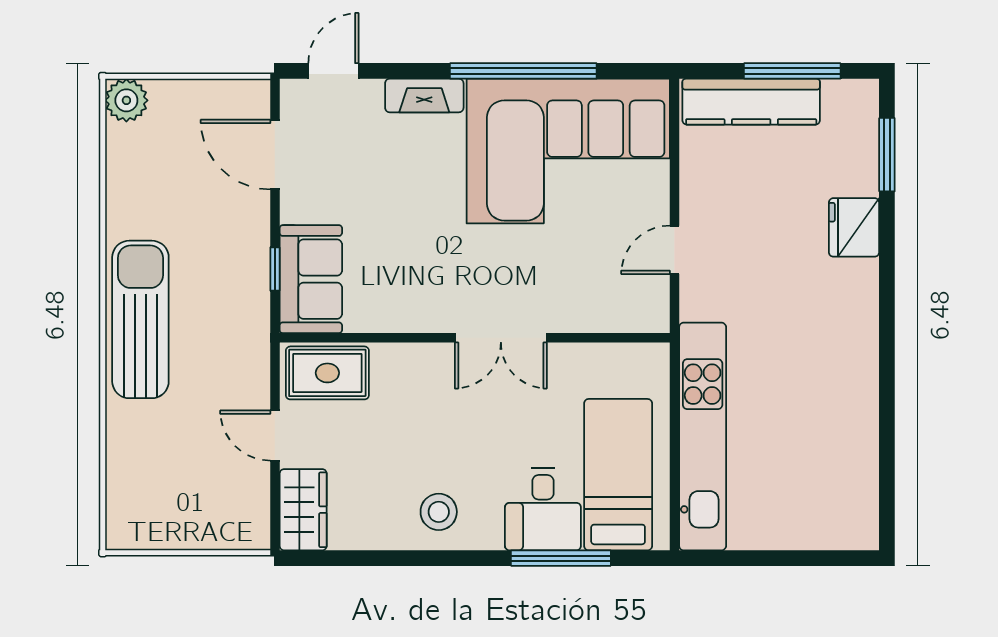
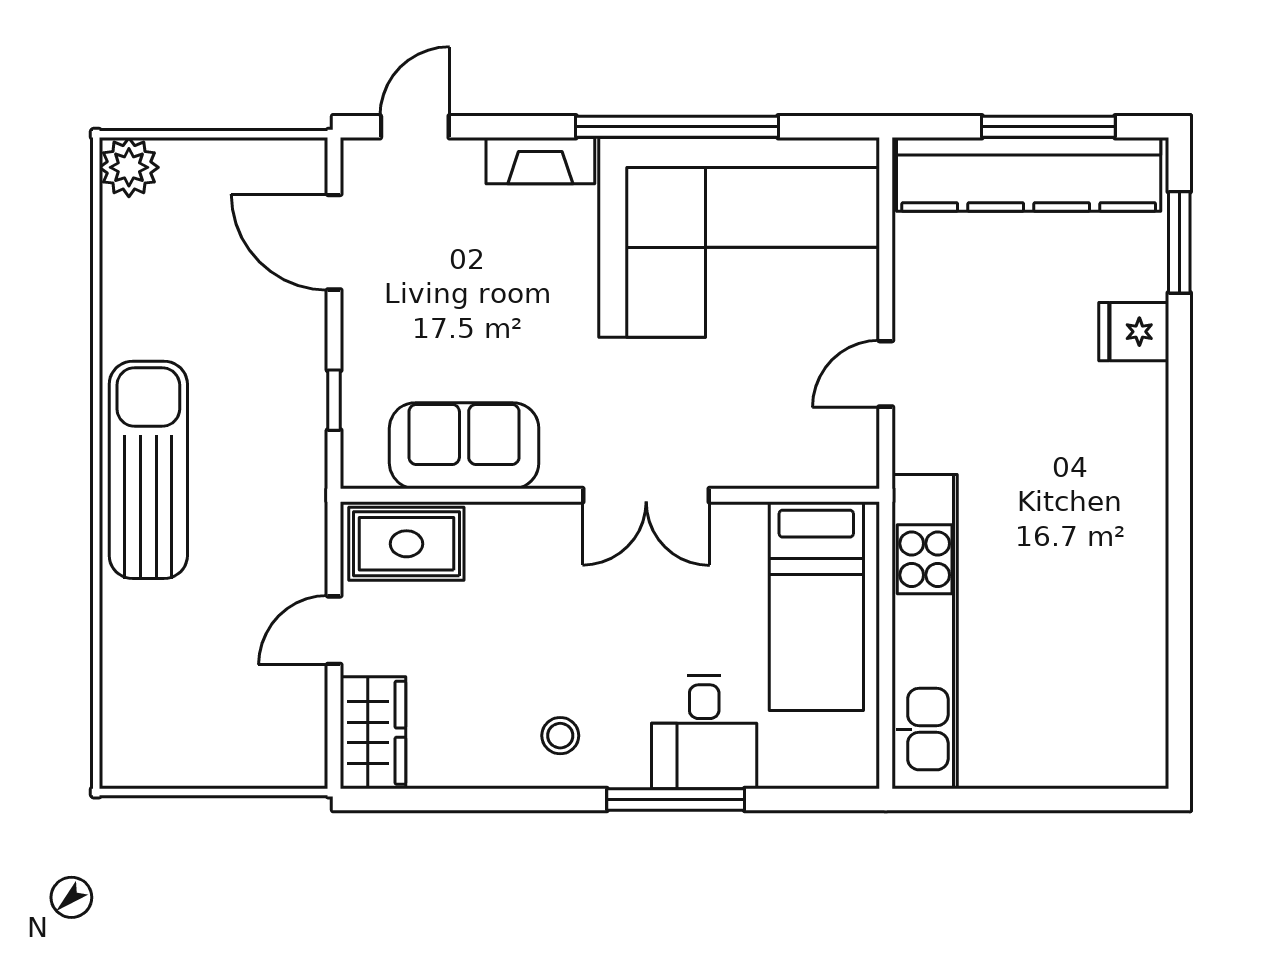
kitchen counter: (751, 102) -> (1029, 174), width x1.39, depth x1.17
fridge: (854, 227) -> (1134, 332), width x0.72
sofa: (311, 279) -> (464, 446), moved, turned -90
door: (275, 436) -> (334, 630), hinge flipped
bed: (618, 475) -> (816, 606), moved, turned 180
stool: (439, 512) -> (560, 736), width x0.73, depth x0.73
window: (561, 558) -> (676, 799), moved

